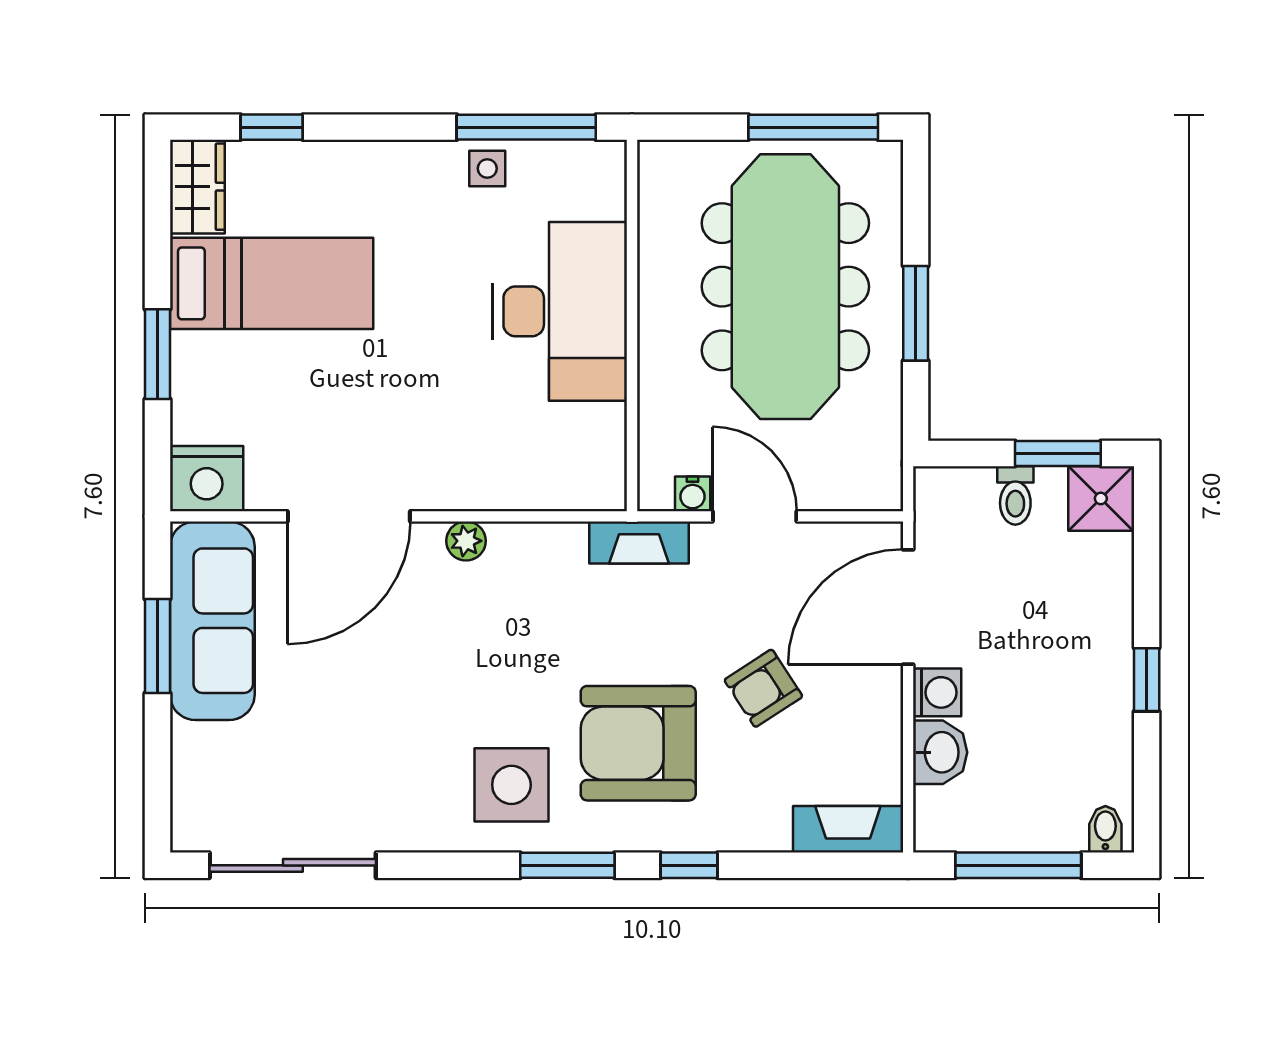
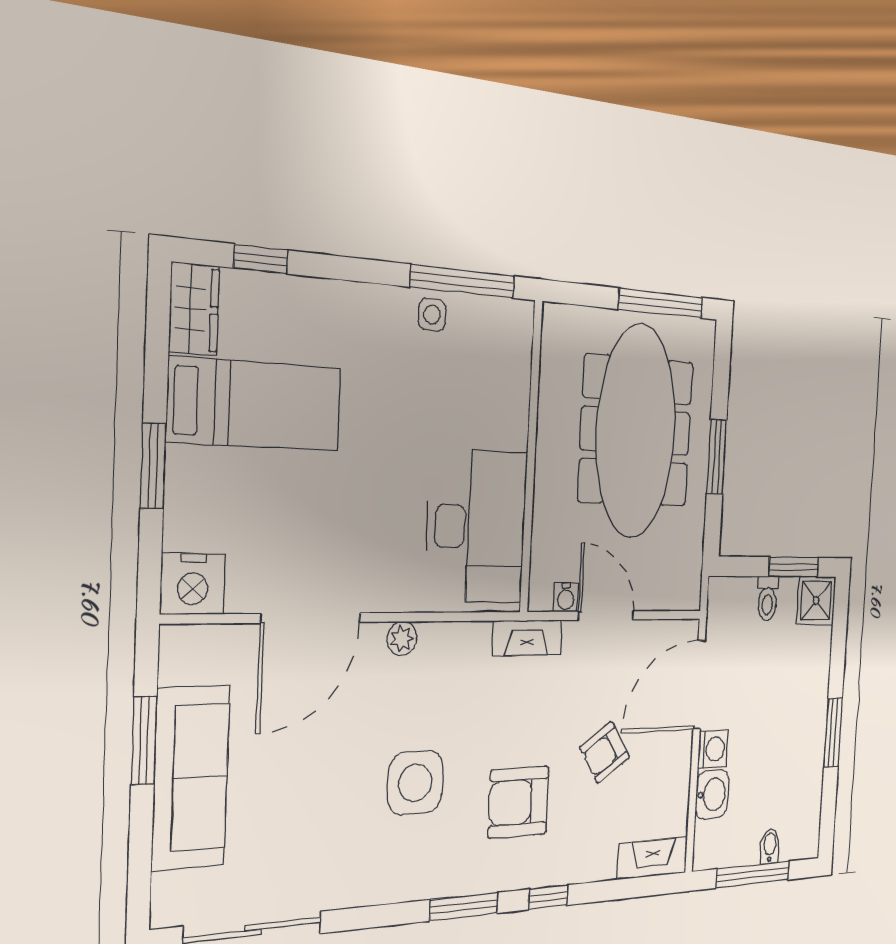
desk: (560, 311) -> (476, 527), moved
sofa: (212, 621) -> (191, 778), moved
window: (1147, 680) -> (833, 733), width x1.50
armchair: (638, 743) -> (518, 802), width x0.73, depth x0.73
side table: (511, 785) -> (415, 783), moved
bidet: (1105, 829) -> (770, 846), moved

